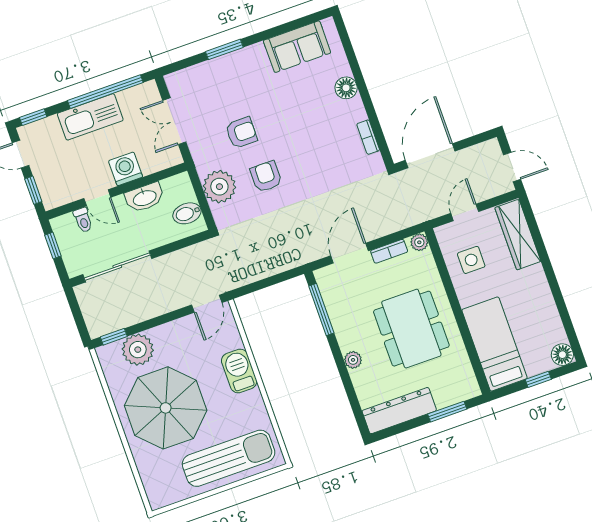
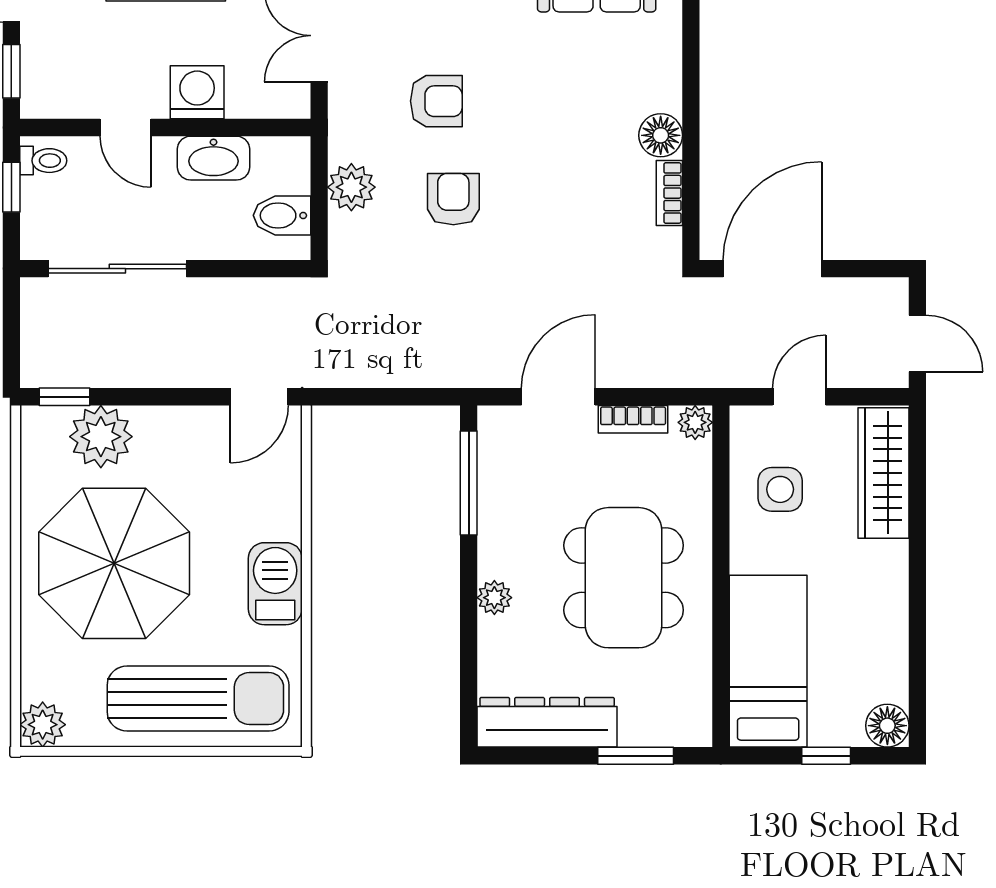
floor lamp: (346, 88) -> (661, 135), moved
plant: (219, 187) -> (351, 187), width x0.73, depth x0.73
toilet: (83, 220) -> (43, 161), moved, turned -90
barbecue: (239, 371) -> (275, 584), moved
plant: (159, 497) -> (43, 725), added

